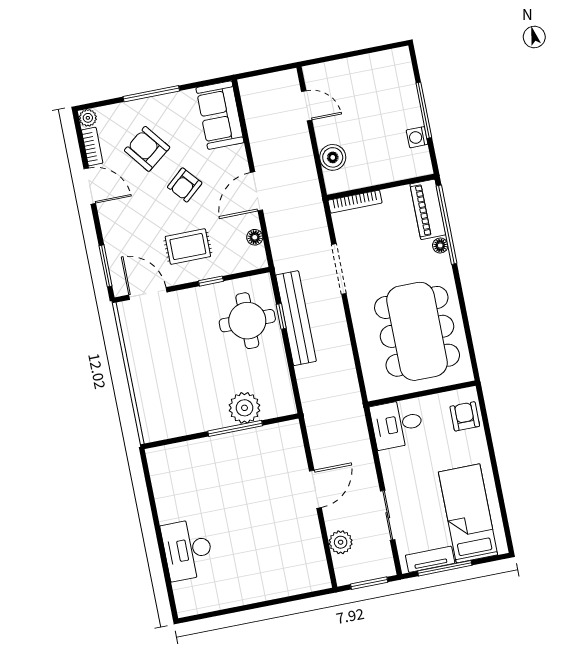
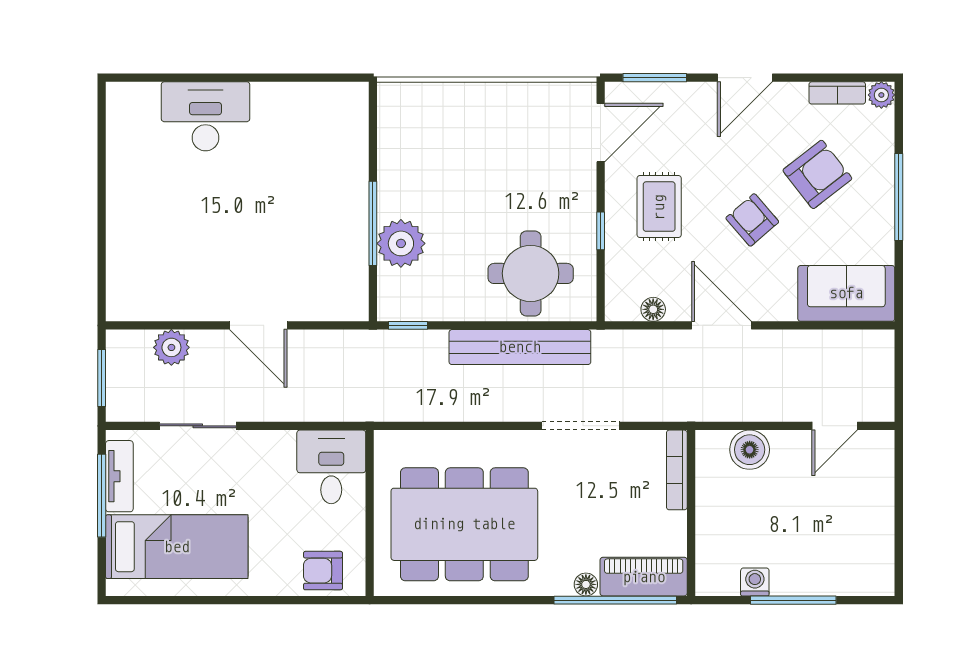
door: (90, 186) -> (745, 78), moved
window: (281, 316) -> (408, 325), moved
armchair: (465, 416) -> (323, 571), turned 180

